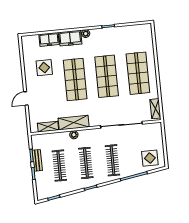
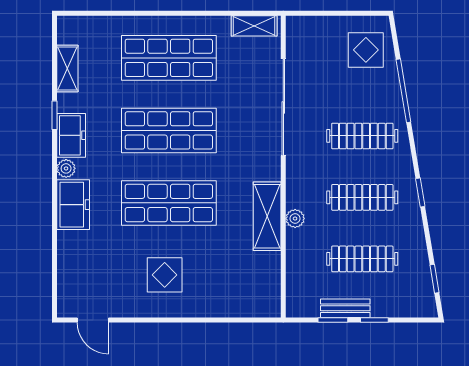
freezer: (49, 39) -> (71, 135), moved
display table: (44, 68) -> (165, 275), moved
door: (26, 98) -> (93, 320), moved
shelving: (48, 127) -> (67, 69), moved

